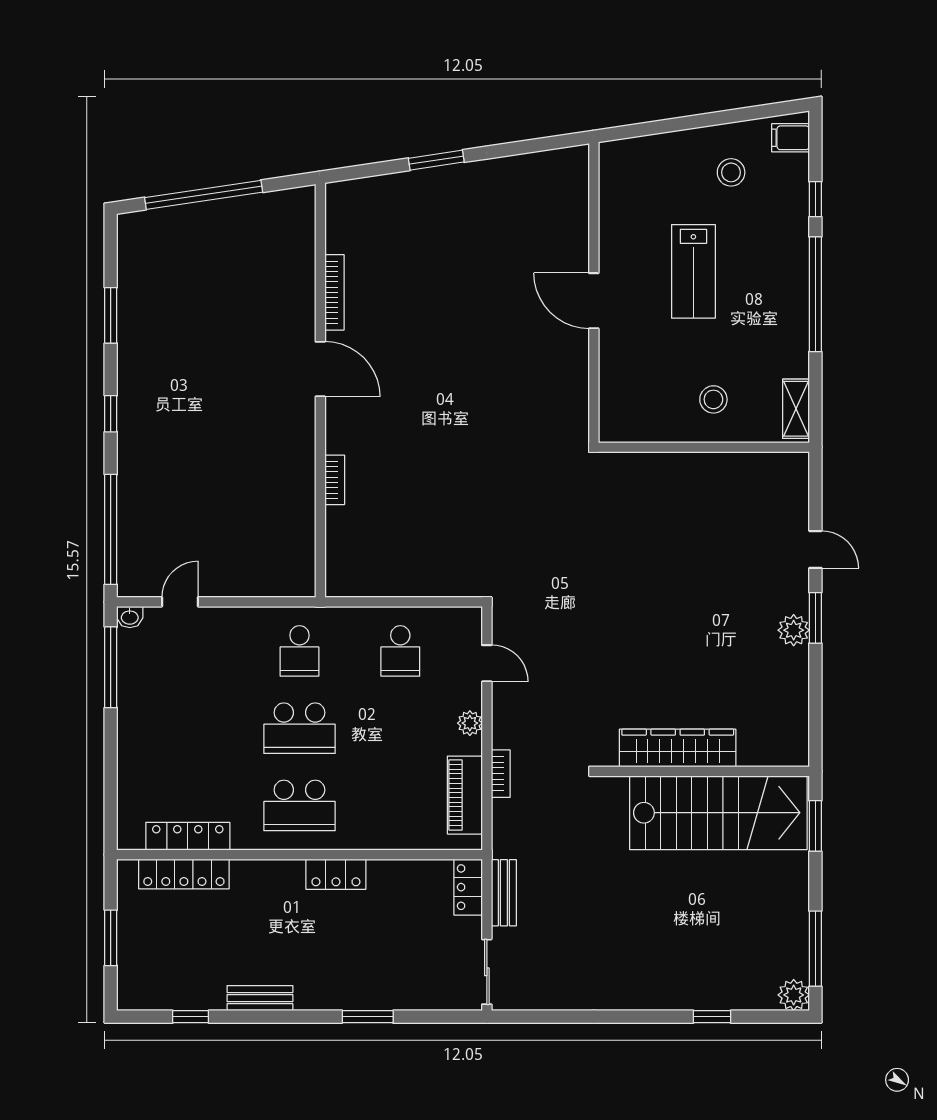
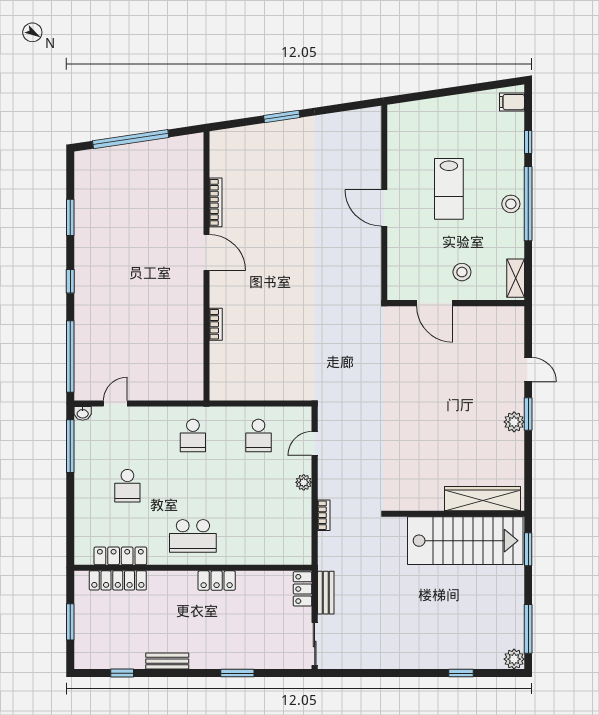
stool: (731, 172) -> (511, 204), moved
door: (671, 447) -> (435, 303), added
door: (487, 663) -> (315, 444), swing flipped
school desk: (299, 728) -> (127, 486), moved, width x0.54
wardrobe: (678, 748) -> (482, 499), moved
piano: (465, 795) -> (300, 529), removed

